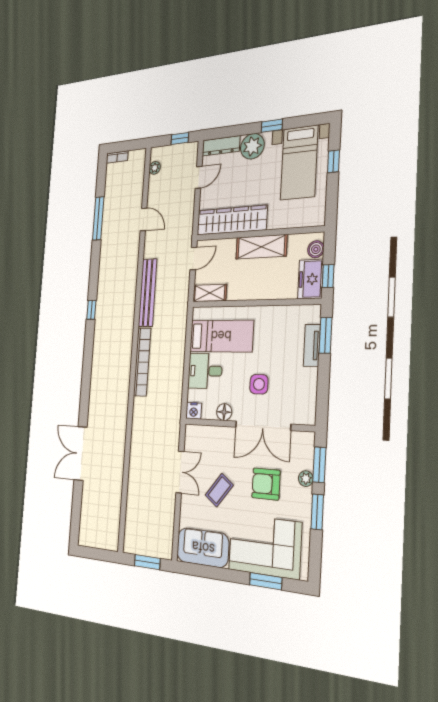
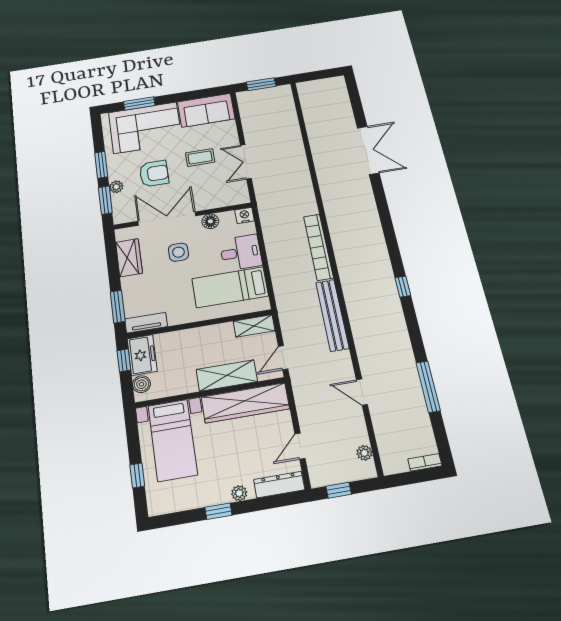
plant: (252, 146) -> (239, 493), width x0.53, depth x0.53
bed with nightstands: (299, 163) -> (173, 440), moved, turned 180
shelving: (261, 247) -> (227, 376), moved
tv unit: (312, 345) -> (146, 323), moved, turned -90
wardrobe: (306, 389) -> (129, 258), added
coffee table: (219, 490) -> (200, 158), turned 53

